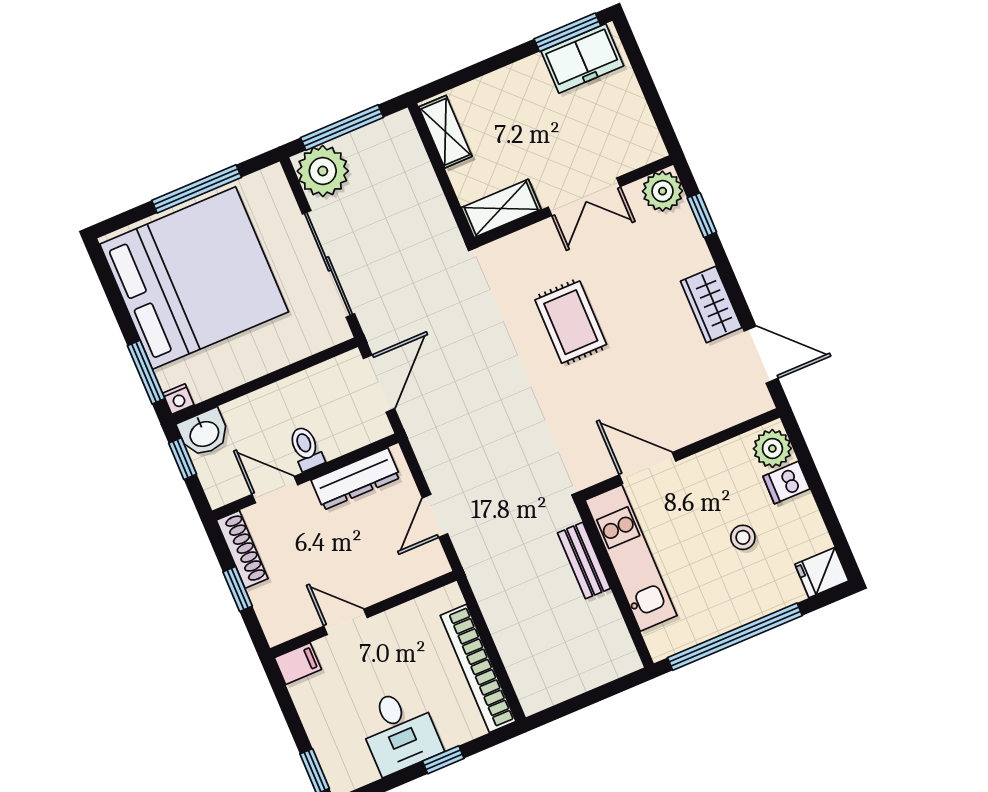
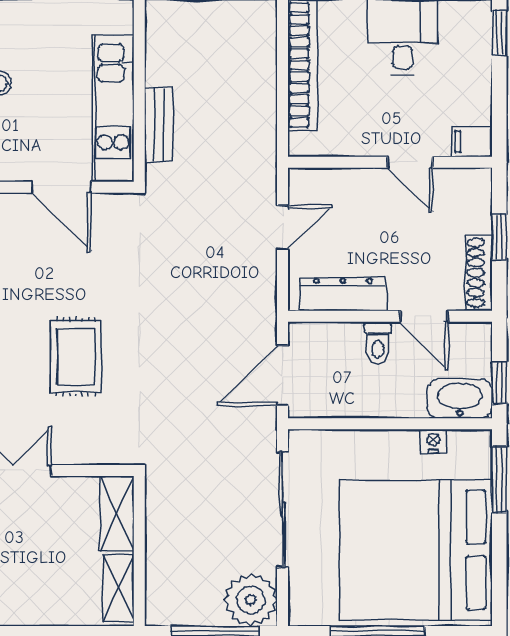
shelving: (501, 208) -> (117, 513), moved, turned 90
nightstand: (178, 399) -> (433, 441), moved
washbasin: (204, 433) -> (460, 399), width x1.38

